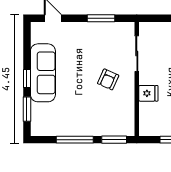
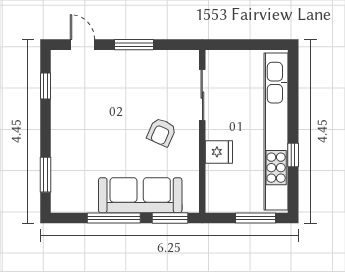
window: (101, 18) -> (134, 45), moved
sofa: (43, 73) -> (140, 195), moved, turned -90
window: (27, 78) -> (45, 86), moved

